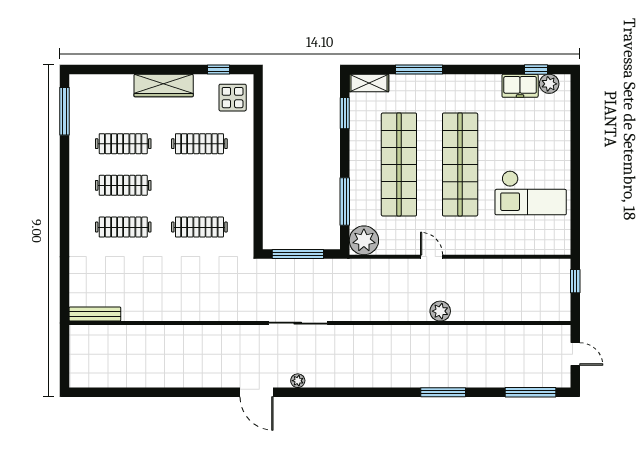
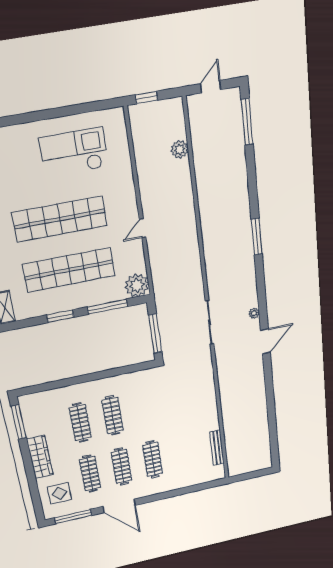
window: (218, 70) -> (19, 422), width x2.17
display table: (233, 98) -> (59, 493), moved
window: (345, 113) -> (60, 316), moved
door: (64, 173) -> (119, 506), added
checkout: (531, 193) -> (74, 152), turned -90
clothes rail: (199, 227) -> (113, 415), moved
plant: (440, 311) -> (180, 149), moved
bench: (95, 314) -> (217, 448), moved
window: (443, 392) -> (257, 237), moved

